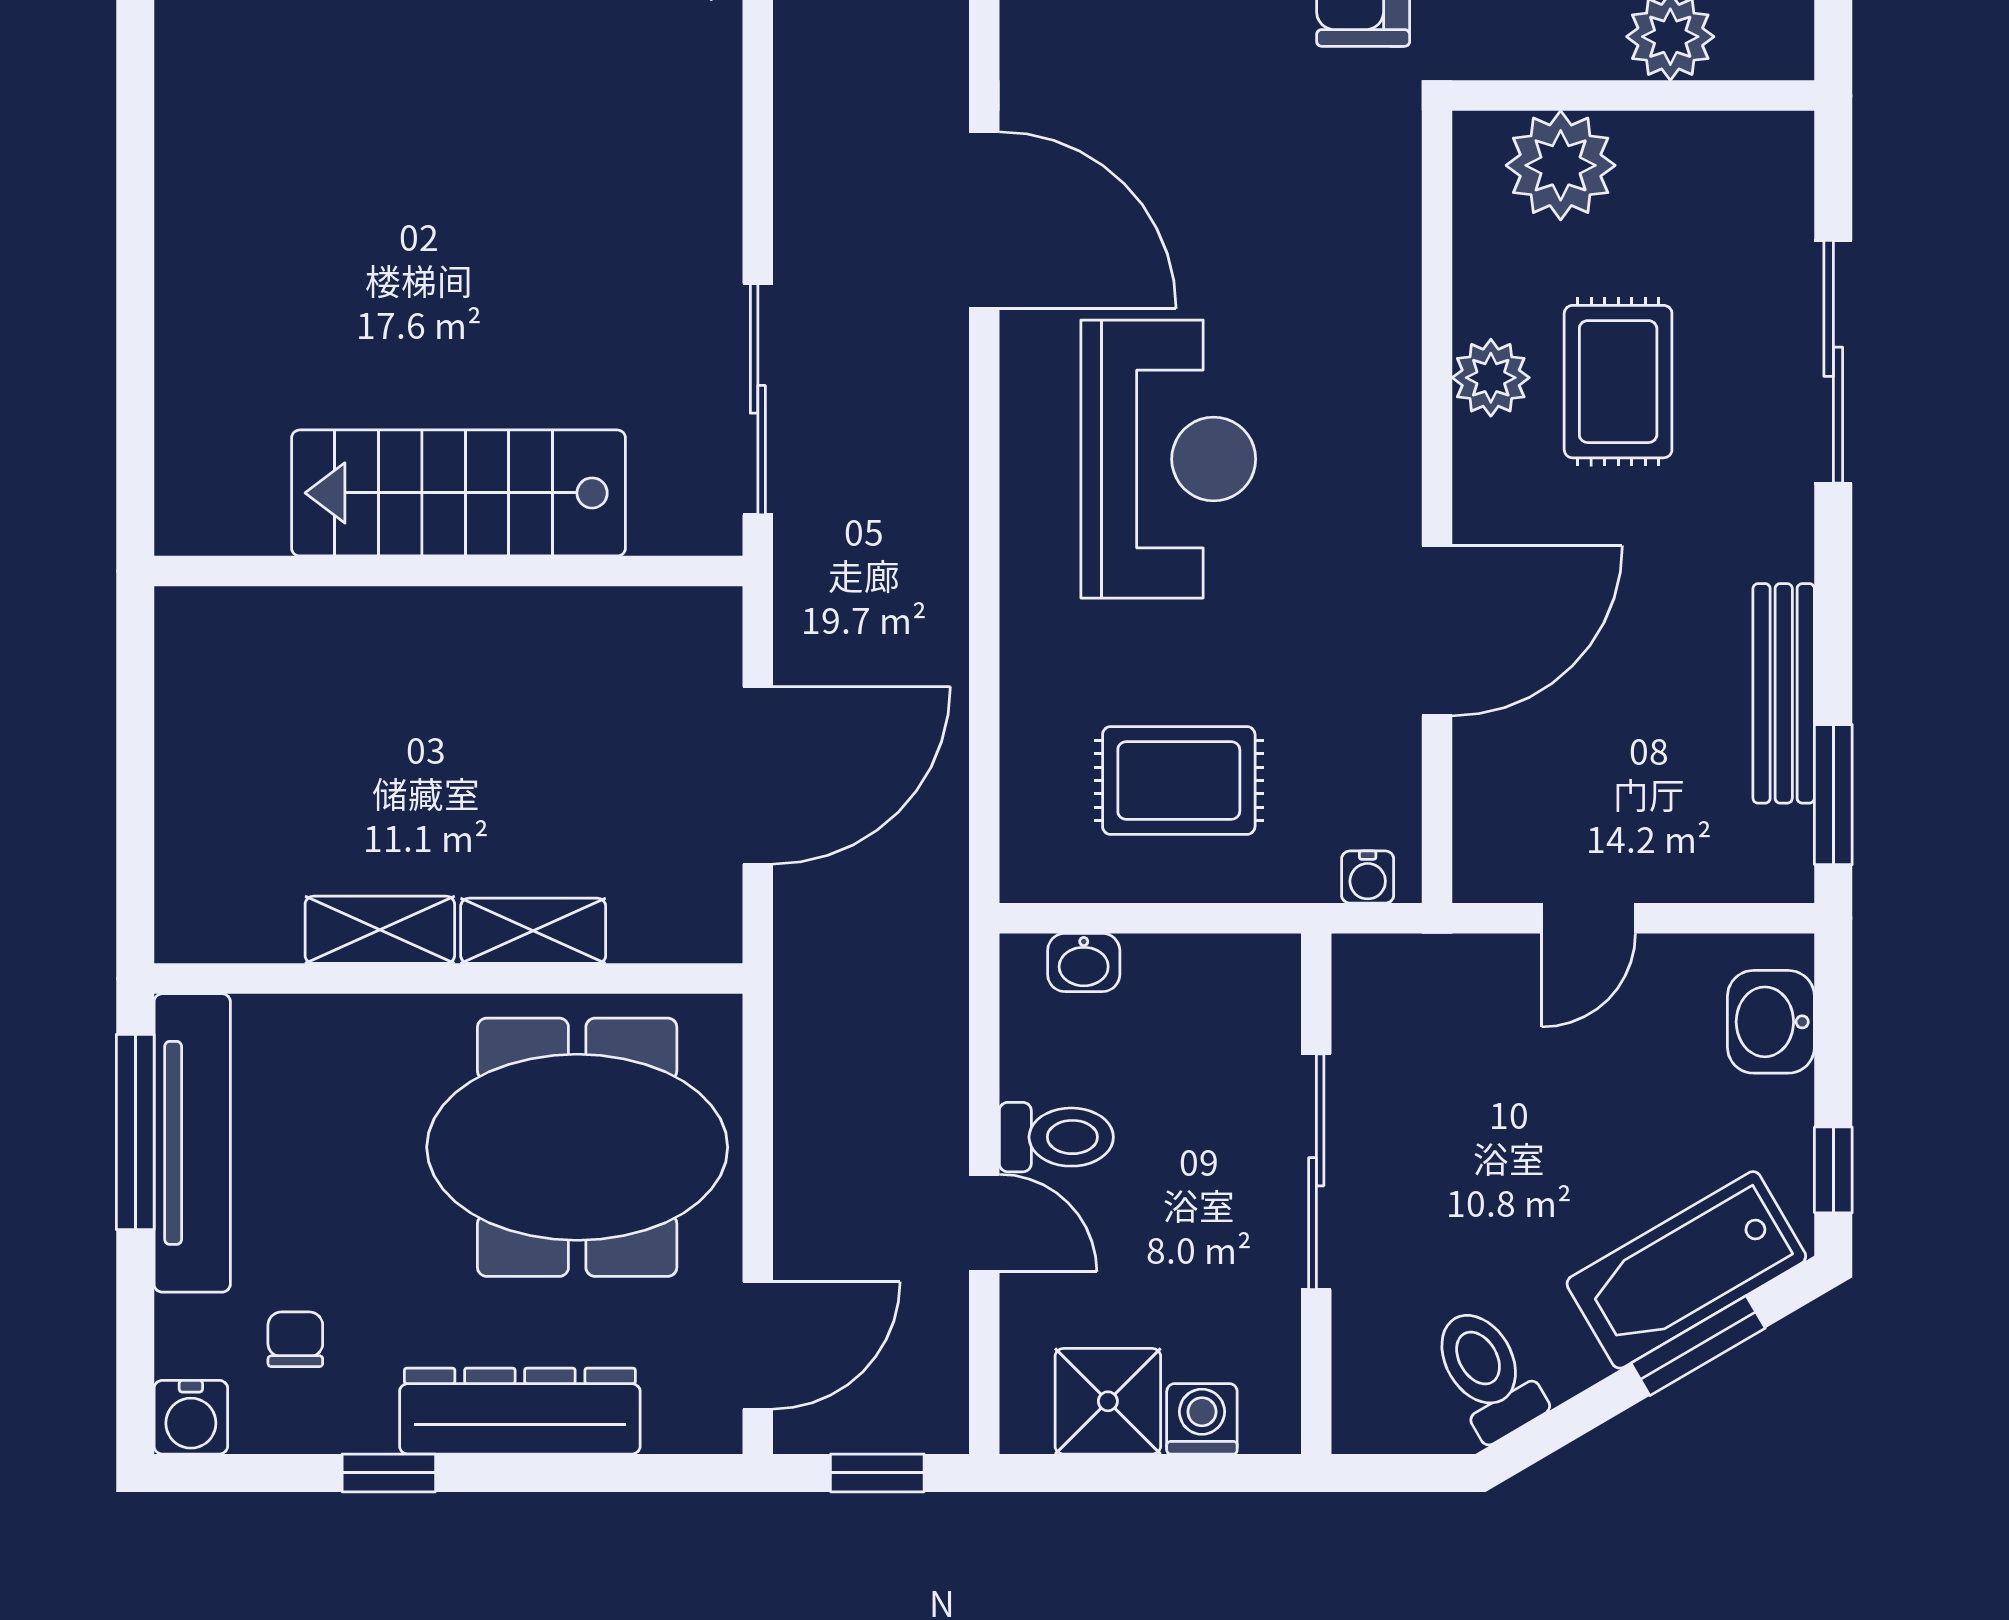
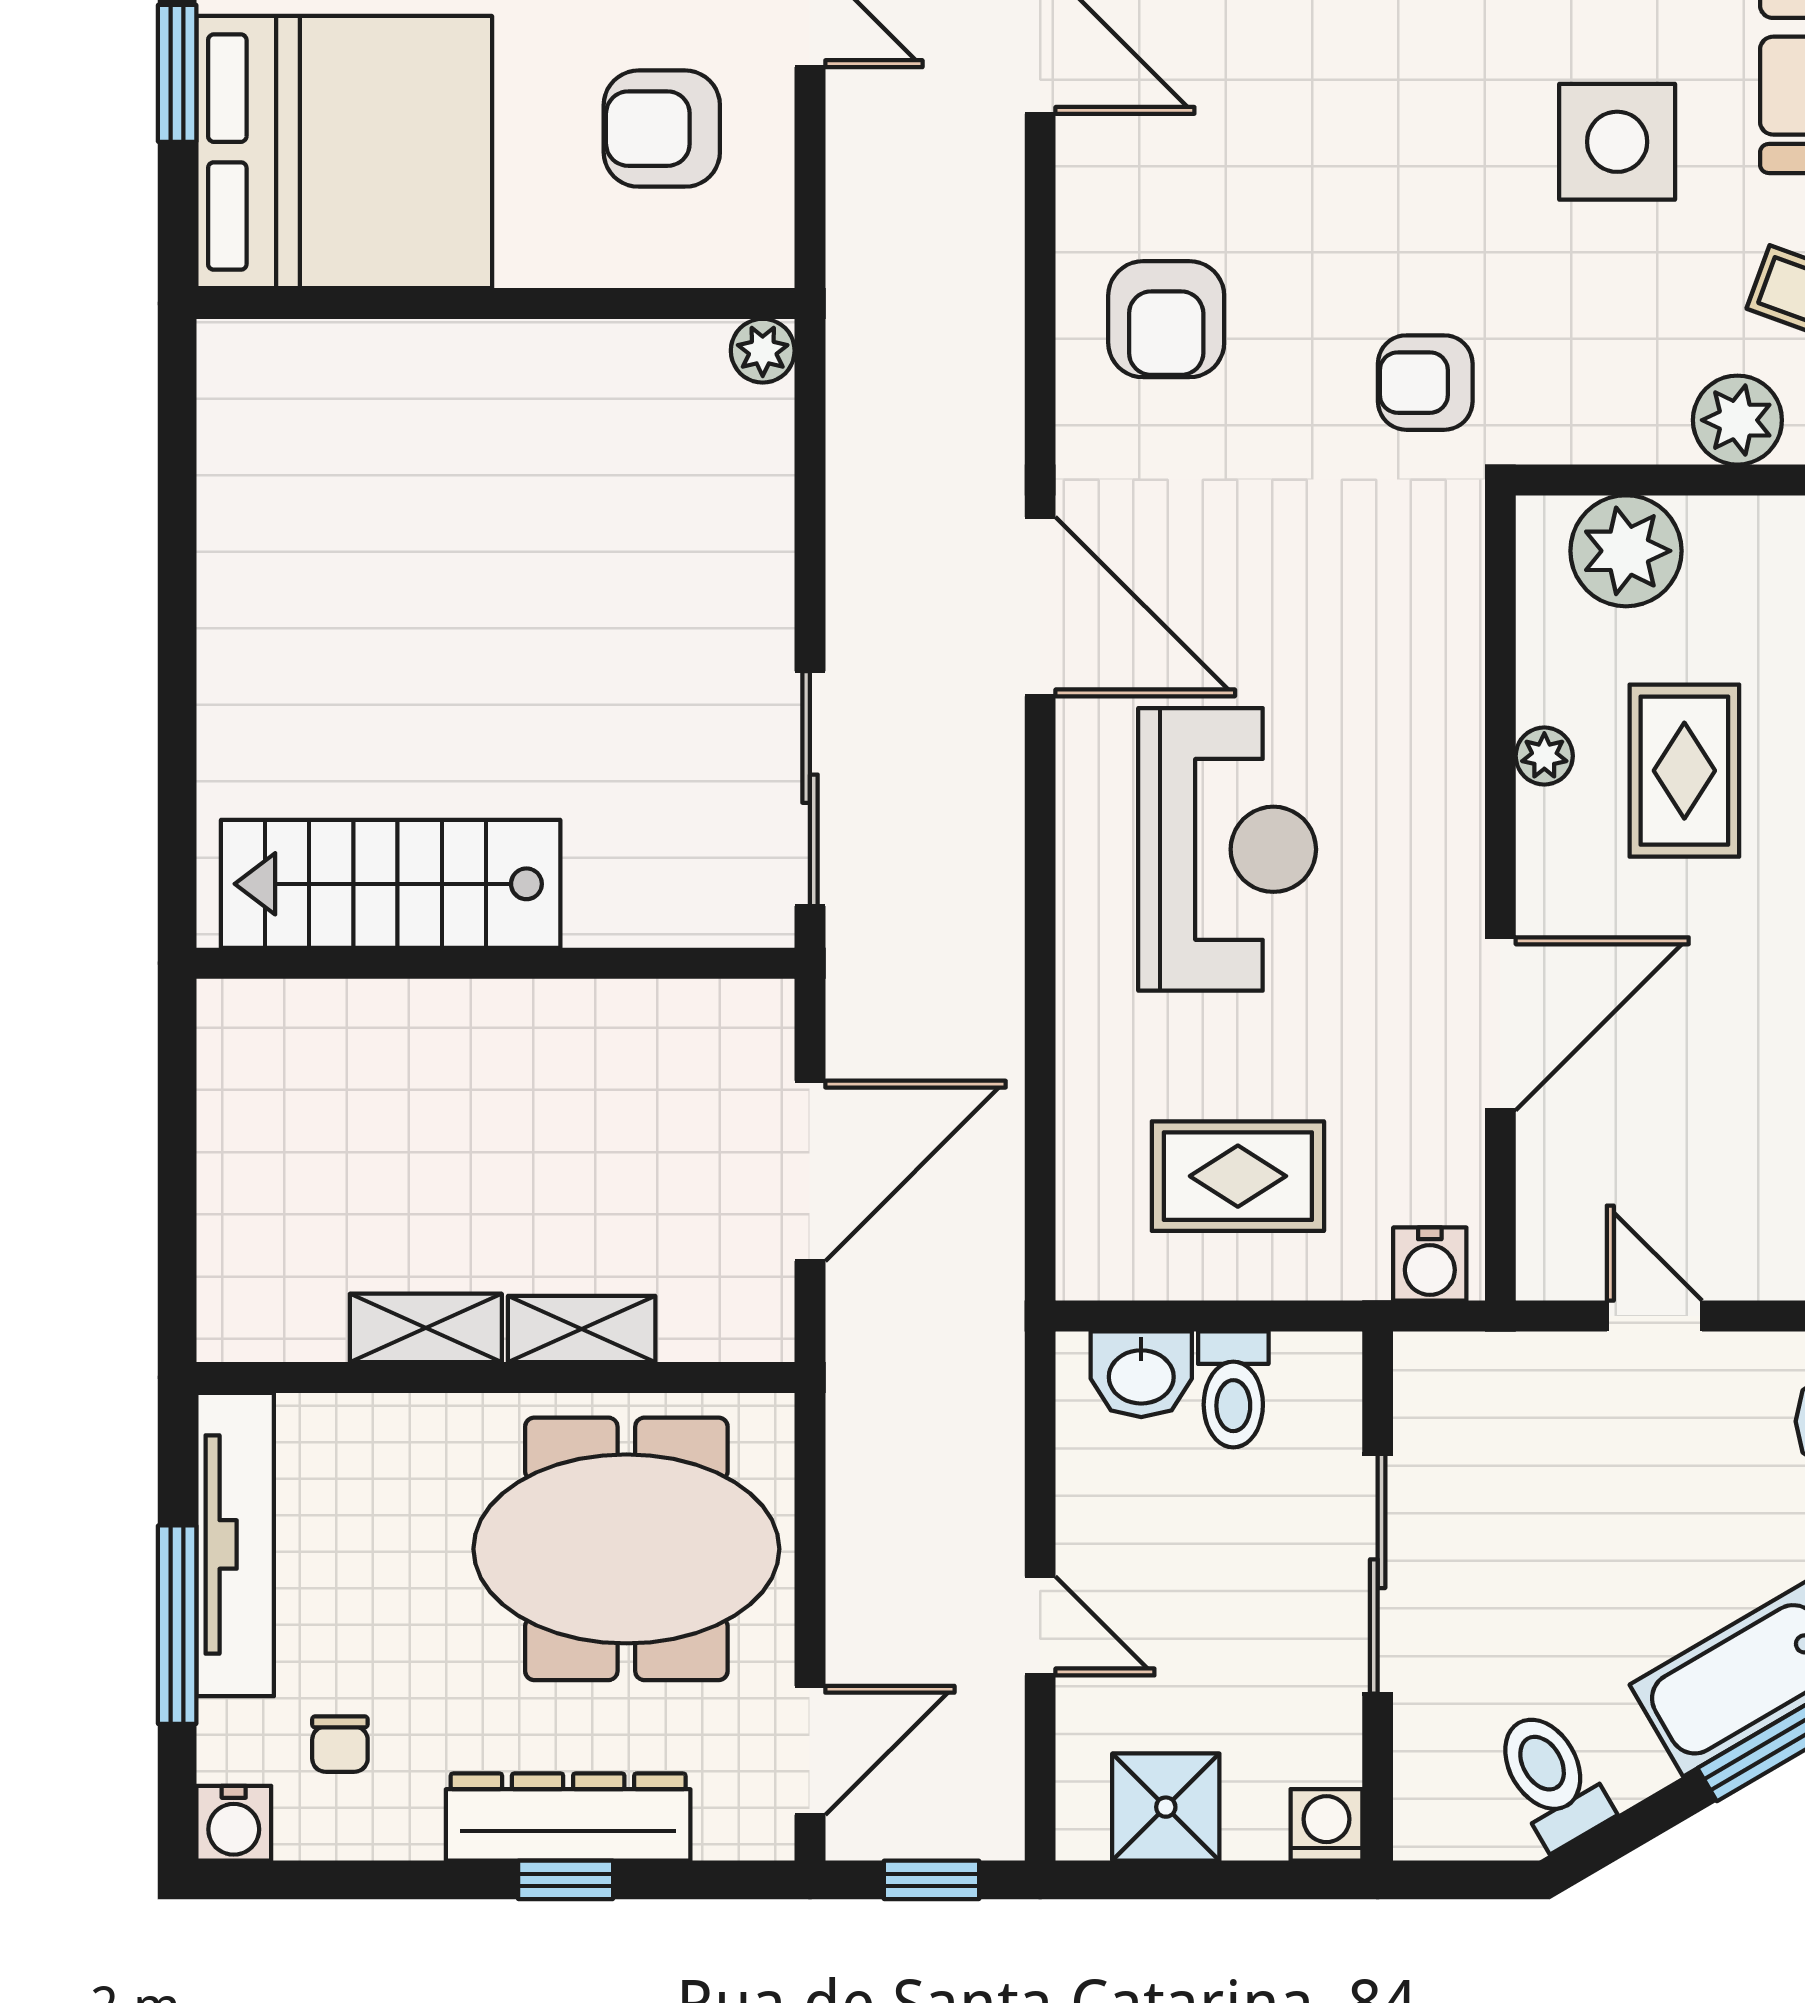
plant: (1491, 378) -> (1544, 756), width x0.73, depth x0.73
stairs: (459, 493) -> (391, 884), moved
water cooler: (1368, 877) -> (1430, 1264), width x1.38, depth x1.38
door: (1589, 918) -> (1654, 1316), swing flipped
washbasin: (1084, 962) -> (1141, 1374), width x1.38, depth x1.45
window: (135, 1132) -> (177, 1625), moved
toilet: (1056, 1137) -> (1233, 1389), moved, turned 90
chair: (295, 1339) -> (340, 1744), turned 180
washing machine: (1202, 1419) -> (1326, 1825), moved
window: (389, 1473) -> (566, 1880), moved

